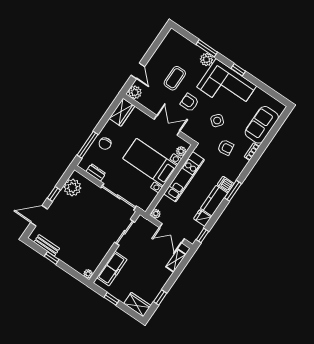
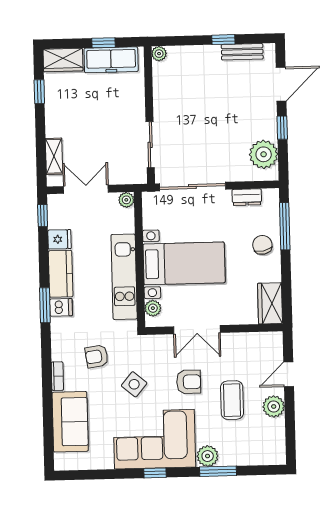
door: (138, 71) -> (289, 374), hinge flipped
plant: (135, 92) -> (274, 406), moved
freezer: (112, 269) -> (111, 60), moved, turned -90

